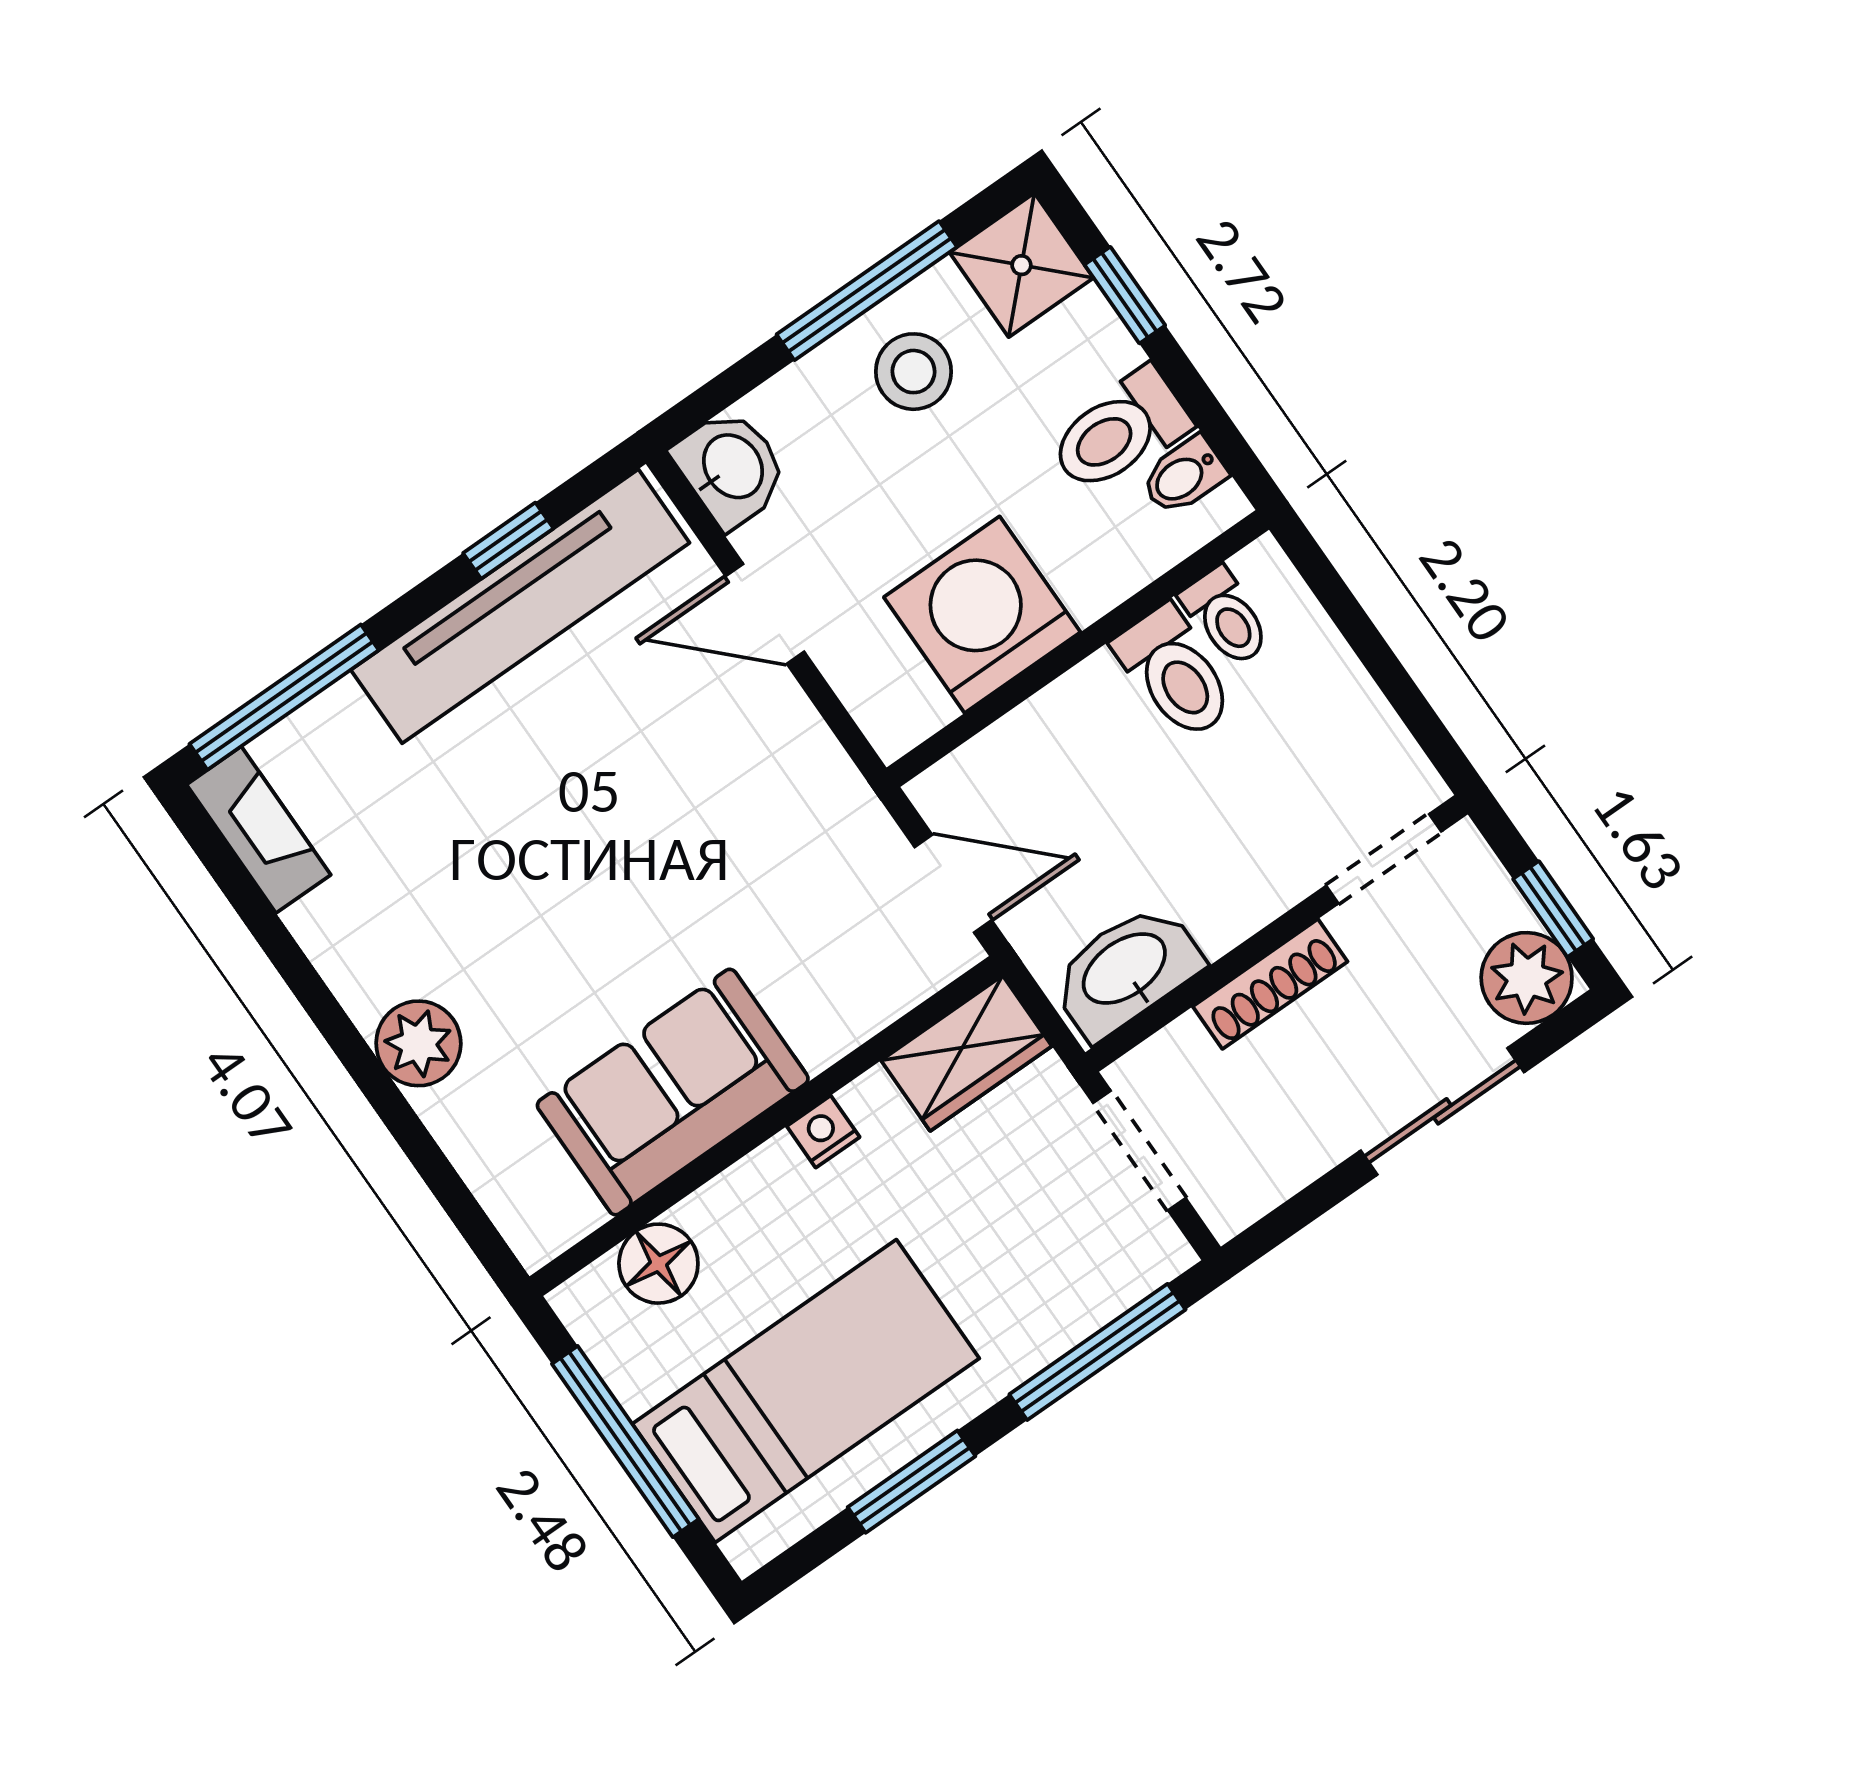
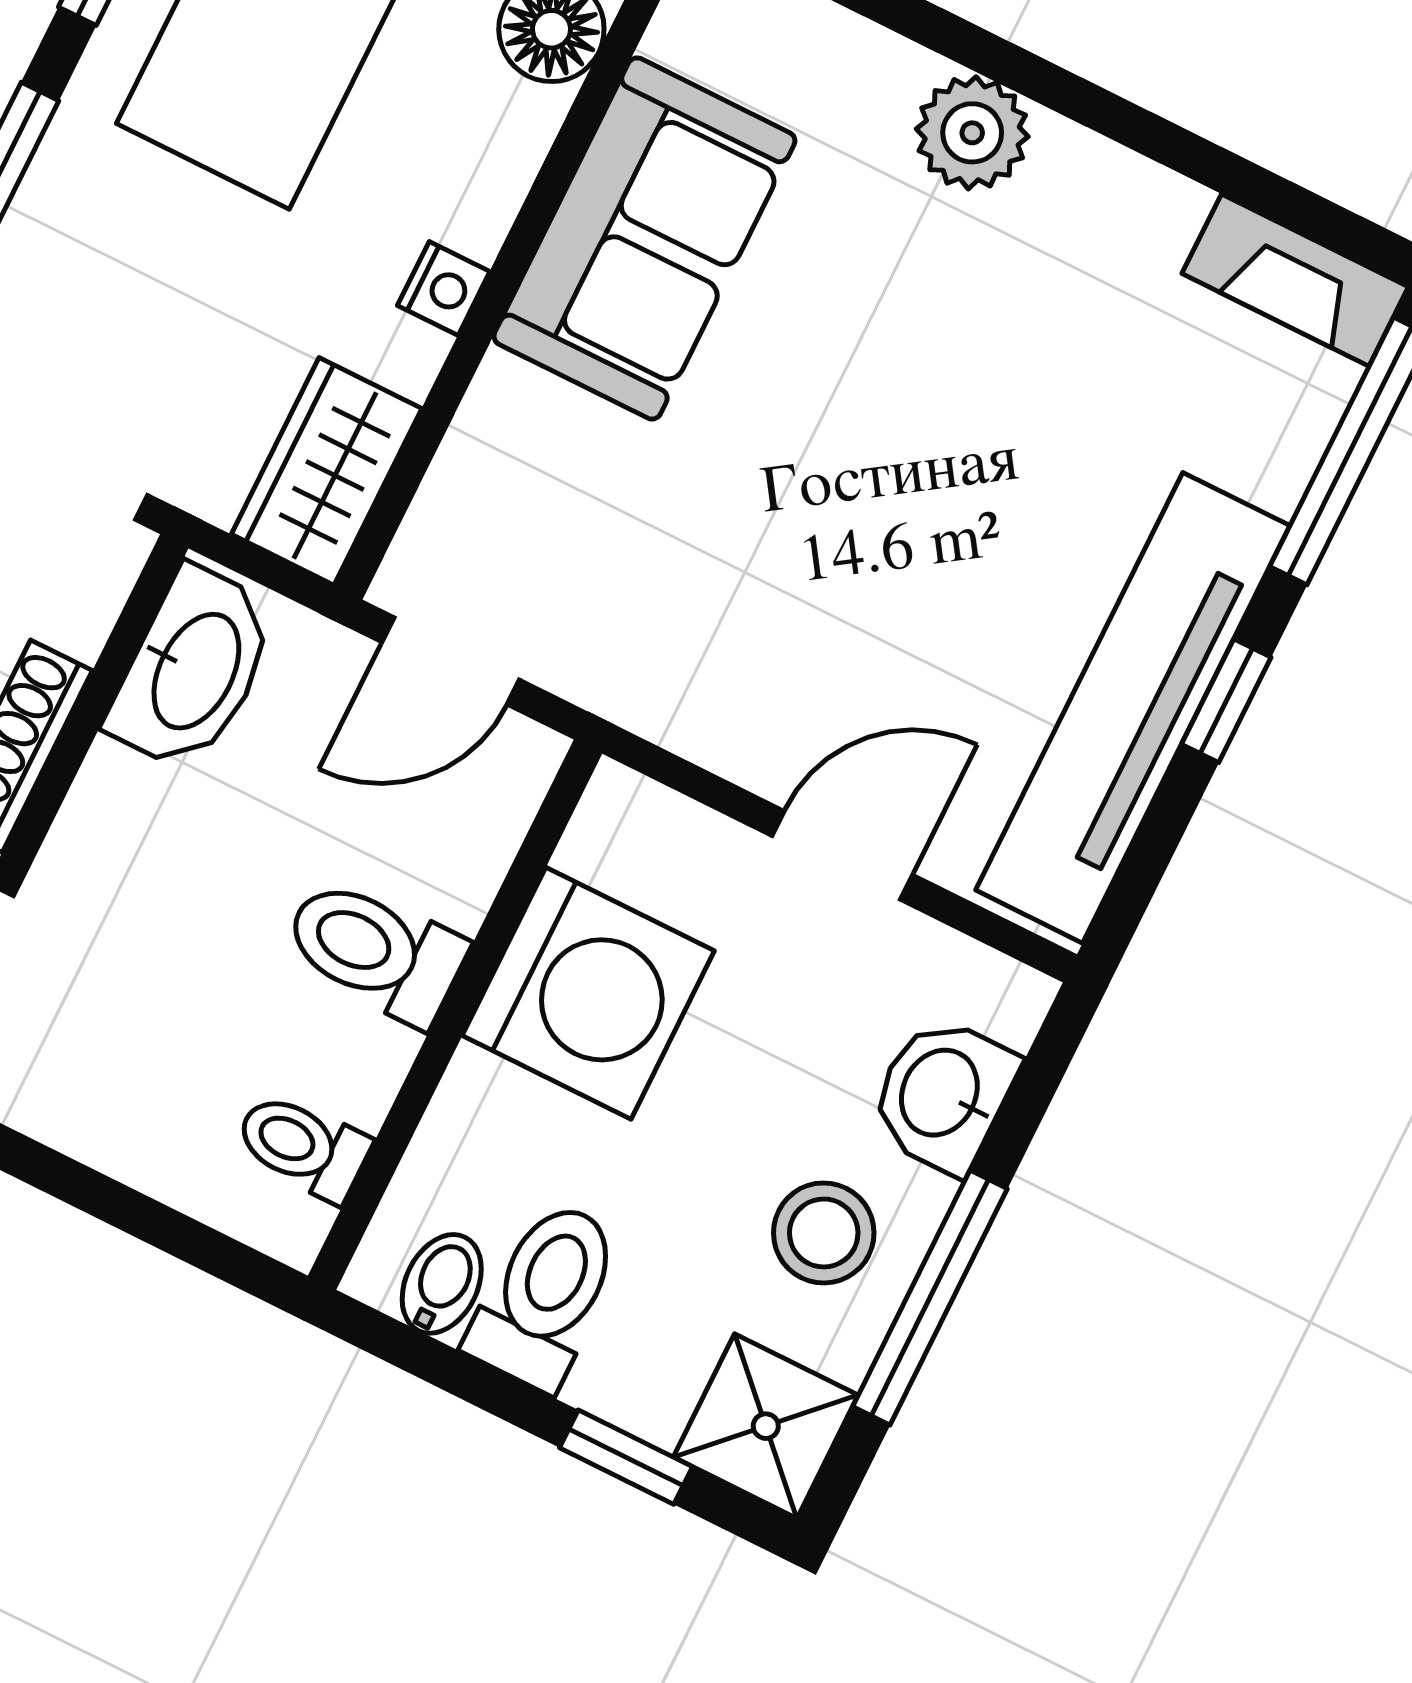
washbasin: (731, 468) -> (942, 1094), moved, turned 90
window: (508, 541) -> (1226, 701), moved
toilet: (1175, 673) -> (375, 951), moved

